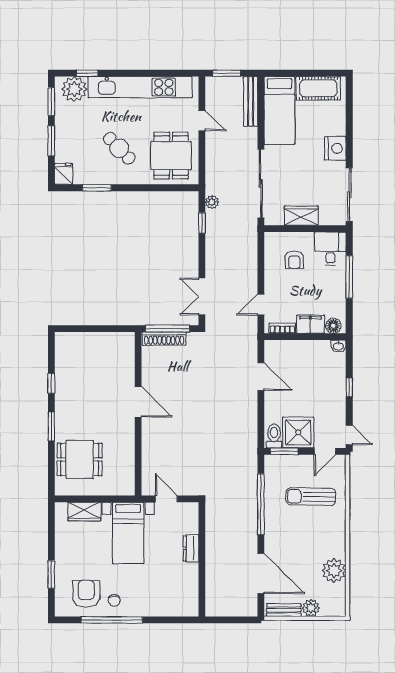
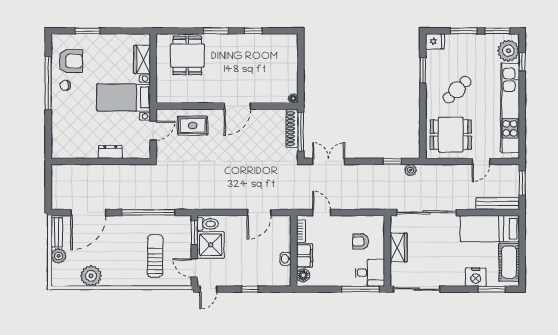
window: (349, 108) -> (492, 289), added
nightstand: (335, 148) -> (476, 277), moved
window: (349, 277) -> (361, 289), moved
floor lamp: (129, 337) -> (293, 98), added
washbasin: (338, 346) -> (286, 259), moved
rug: (160, 453) -> (193, 125), added

